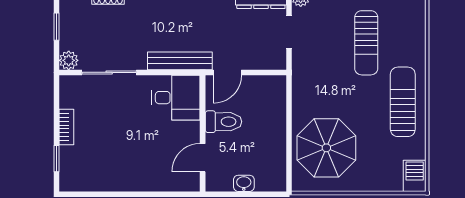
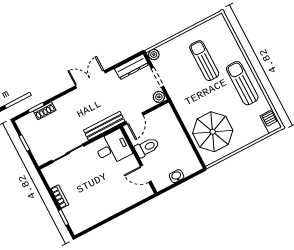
sun lounger: (366, 43) -> (204, 61), turned 180
plant: (69, 60) -> (159, 97), moved
door: (203, 158) -> (146, 174), hinge flipped

